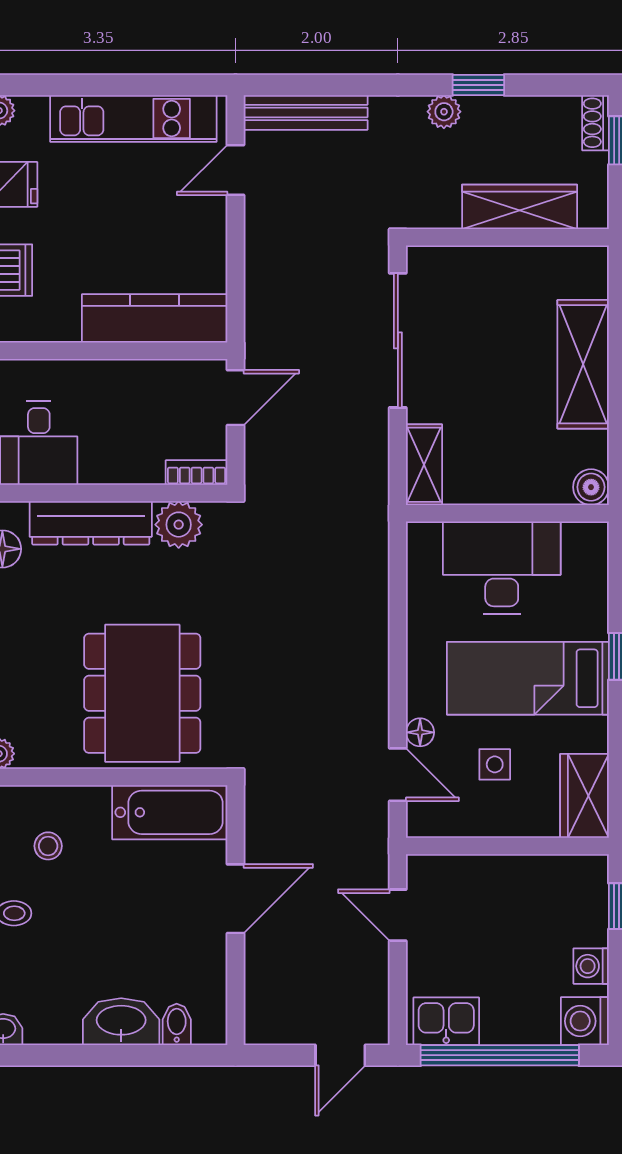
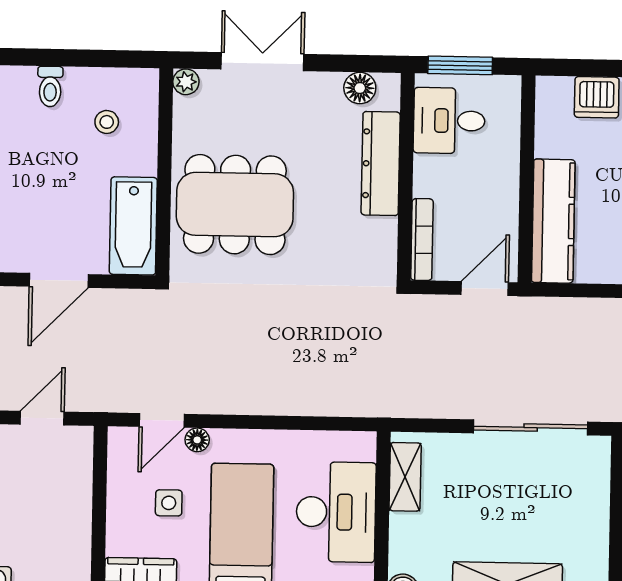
door: (235, 398) -> (485, 289), swing flipped
shelving: (424, 465) -> (405, 477), moved, turned 90
bookcase: (197, 472) -> (422, 240), width x1.56
plant: (179, 525) -> (378, 238), removed
door: (235, 899) -> (59, 280), hinge flipped

